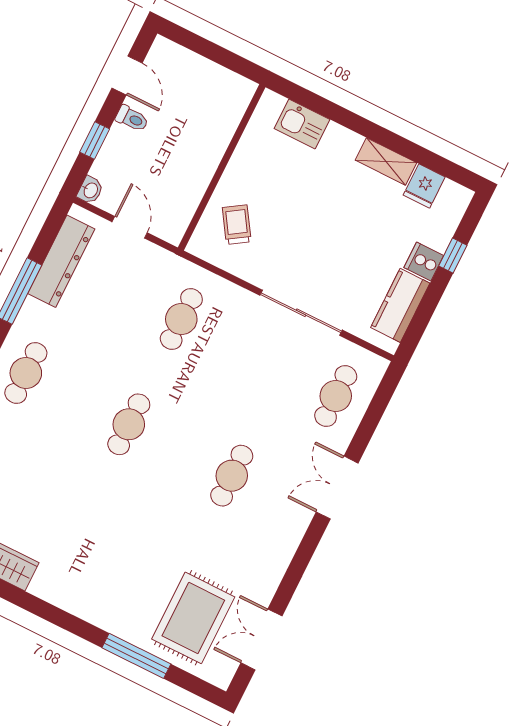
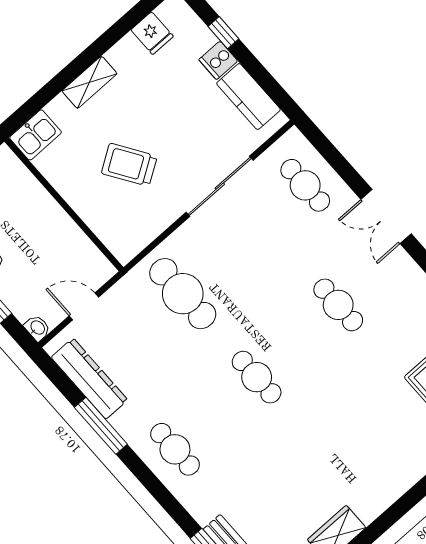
kitchen sink: (302, 124) -> (36, 135), moved
shelving: (386, 161) -> (90, 82), moved
trolley: (237, 225) -> (129, 165), moved, width x1.36, depth x1.39
cafe table: (181, 319) -> (183, 294), width x1.37, depth x1.35

